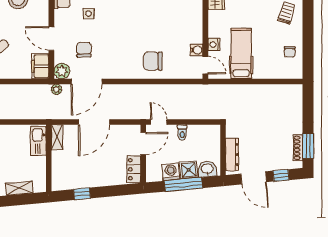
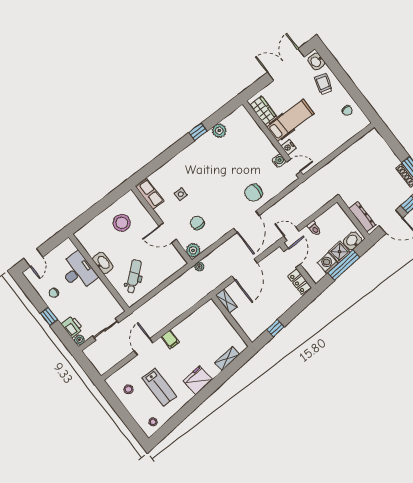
hospital bed: (241, 53) -> (290, 120), moved, turned 90
filing cabinet: (40, 66) -> (175, 259), removed
door: (87, 82) -> (246, 222), moved
kitchen sink: (38, 141) -> (215, 314), removed

